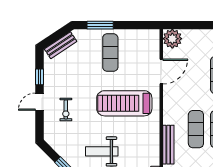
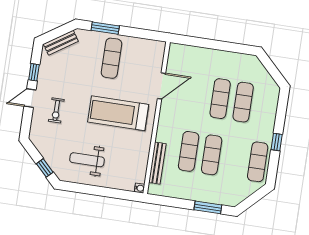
plant: (172, 39) -> (178, 54), removed

